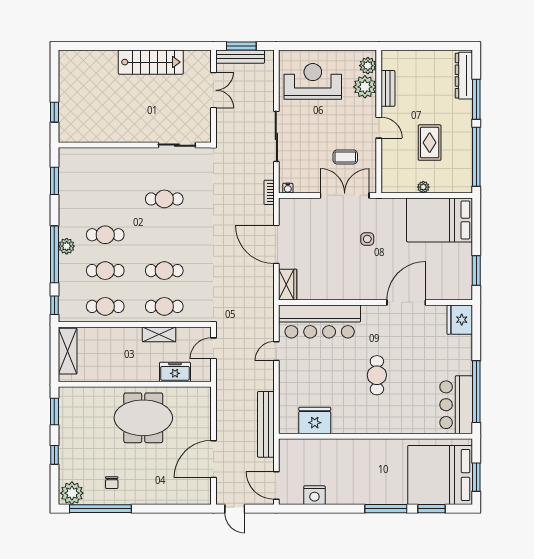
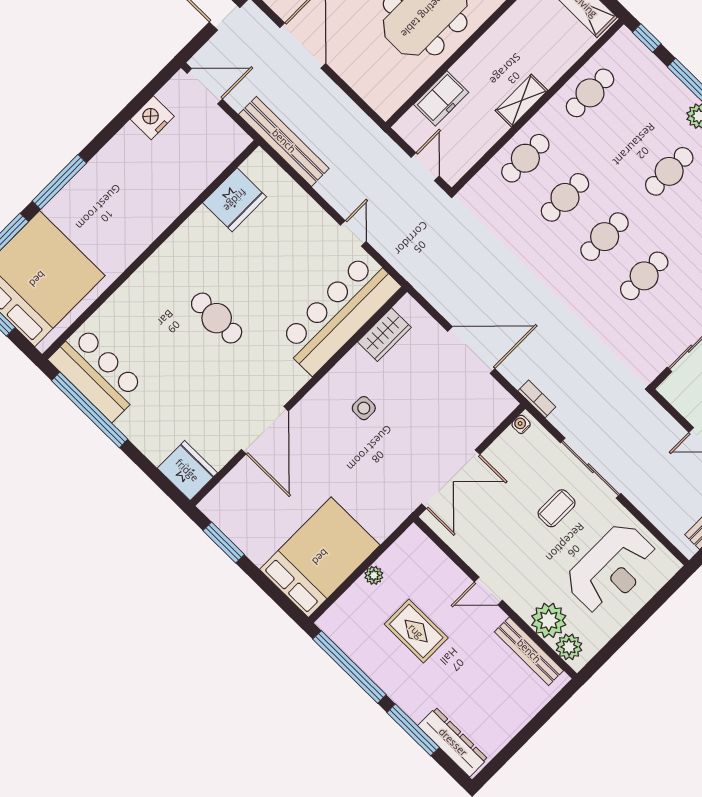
bench: (388, 88) -> (529, 651), width x1.36
coffee table: (345, 157) -> (557, 508), moved
side table: (367, 239) -> (364, 408), moved
cafe table: (105, 271) -> (605, 237), moved
wardrobe: (288, 285) -> (384, 335), moved, turned -90
shelving: (159, 334) -> (521, 101), moved

